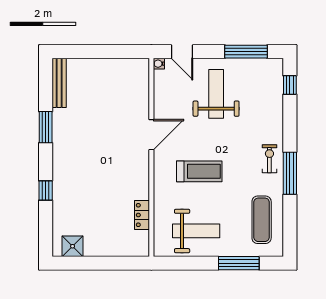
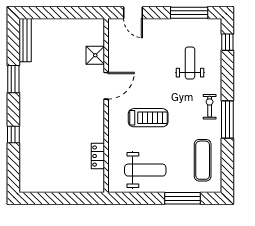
water cooler: (159, 64) -> (113, 23), removed
weight bench: (216, 94) -> (190, 63), moved, width x0.73, depth x0.75
shower: (73, 246) -> (95, 55), moved

